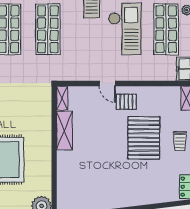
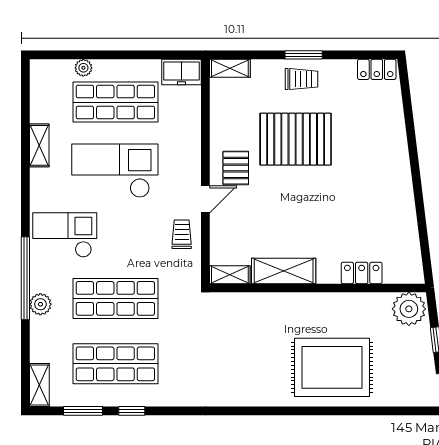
trolley: (87, 69) -> (182, 234), added
locker: (63, 178) -> (362, 273), added

